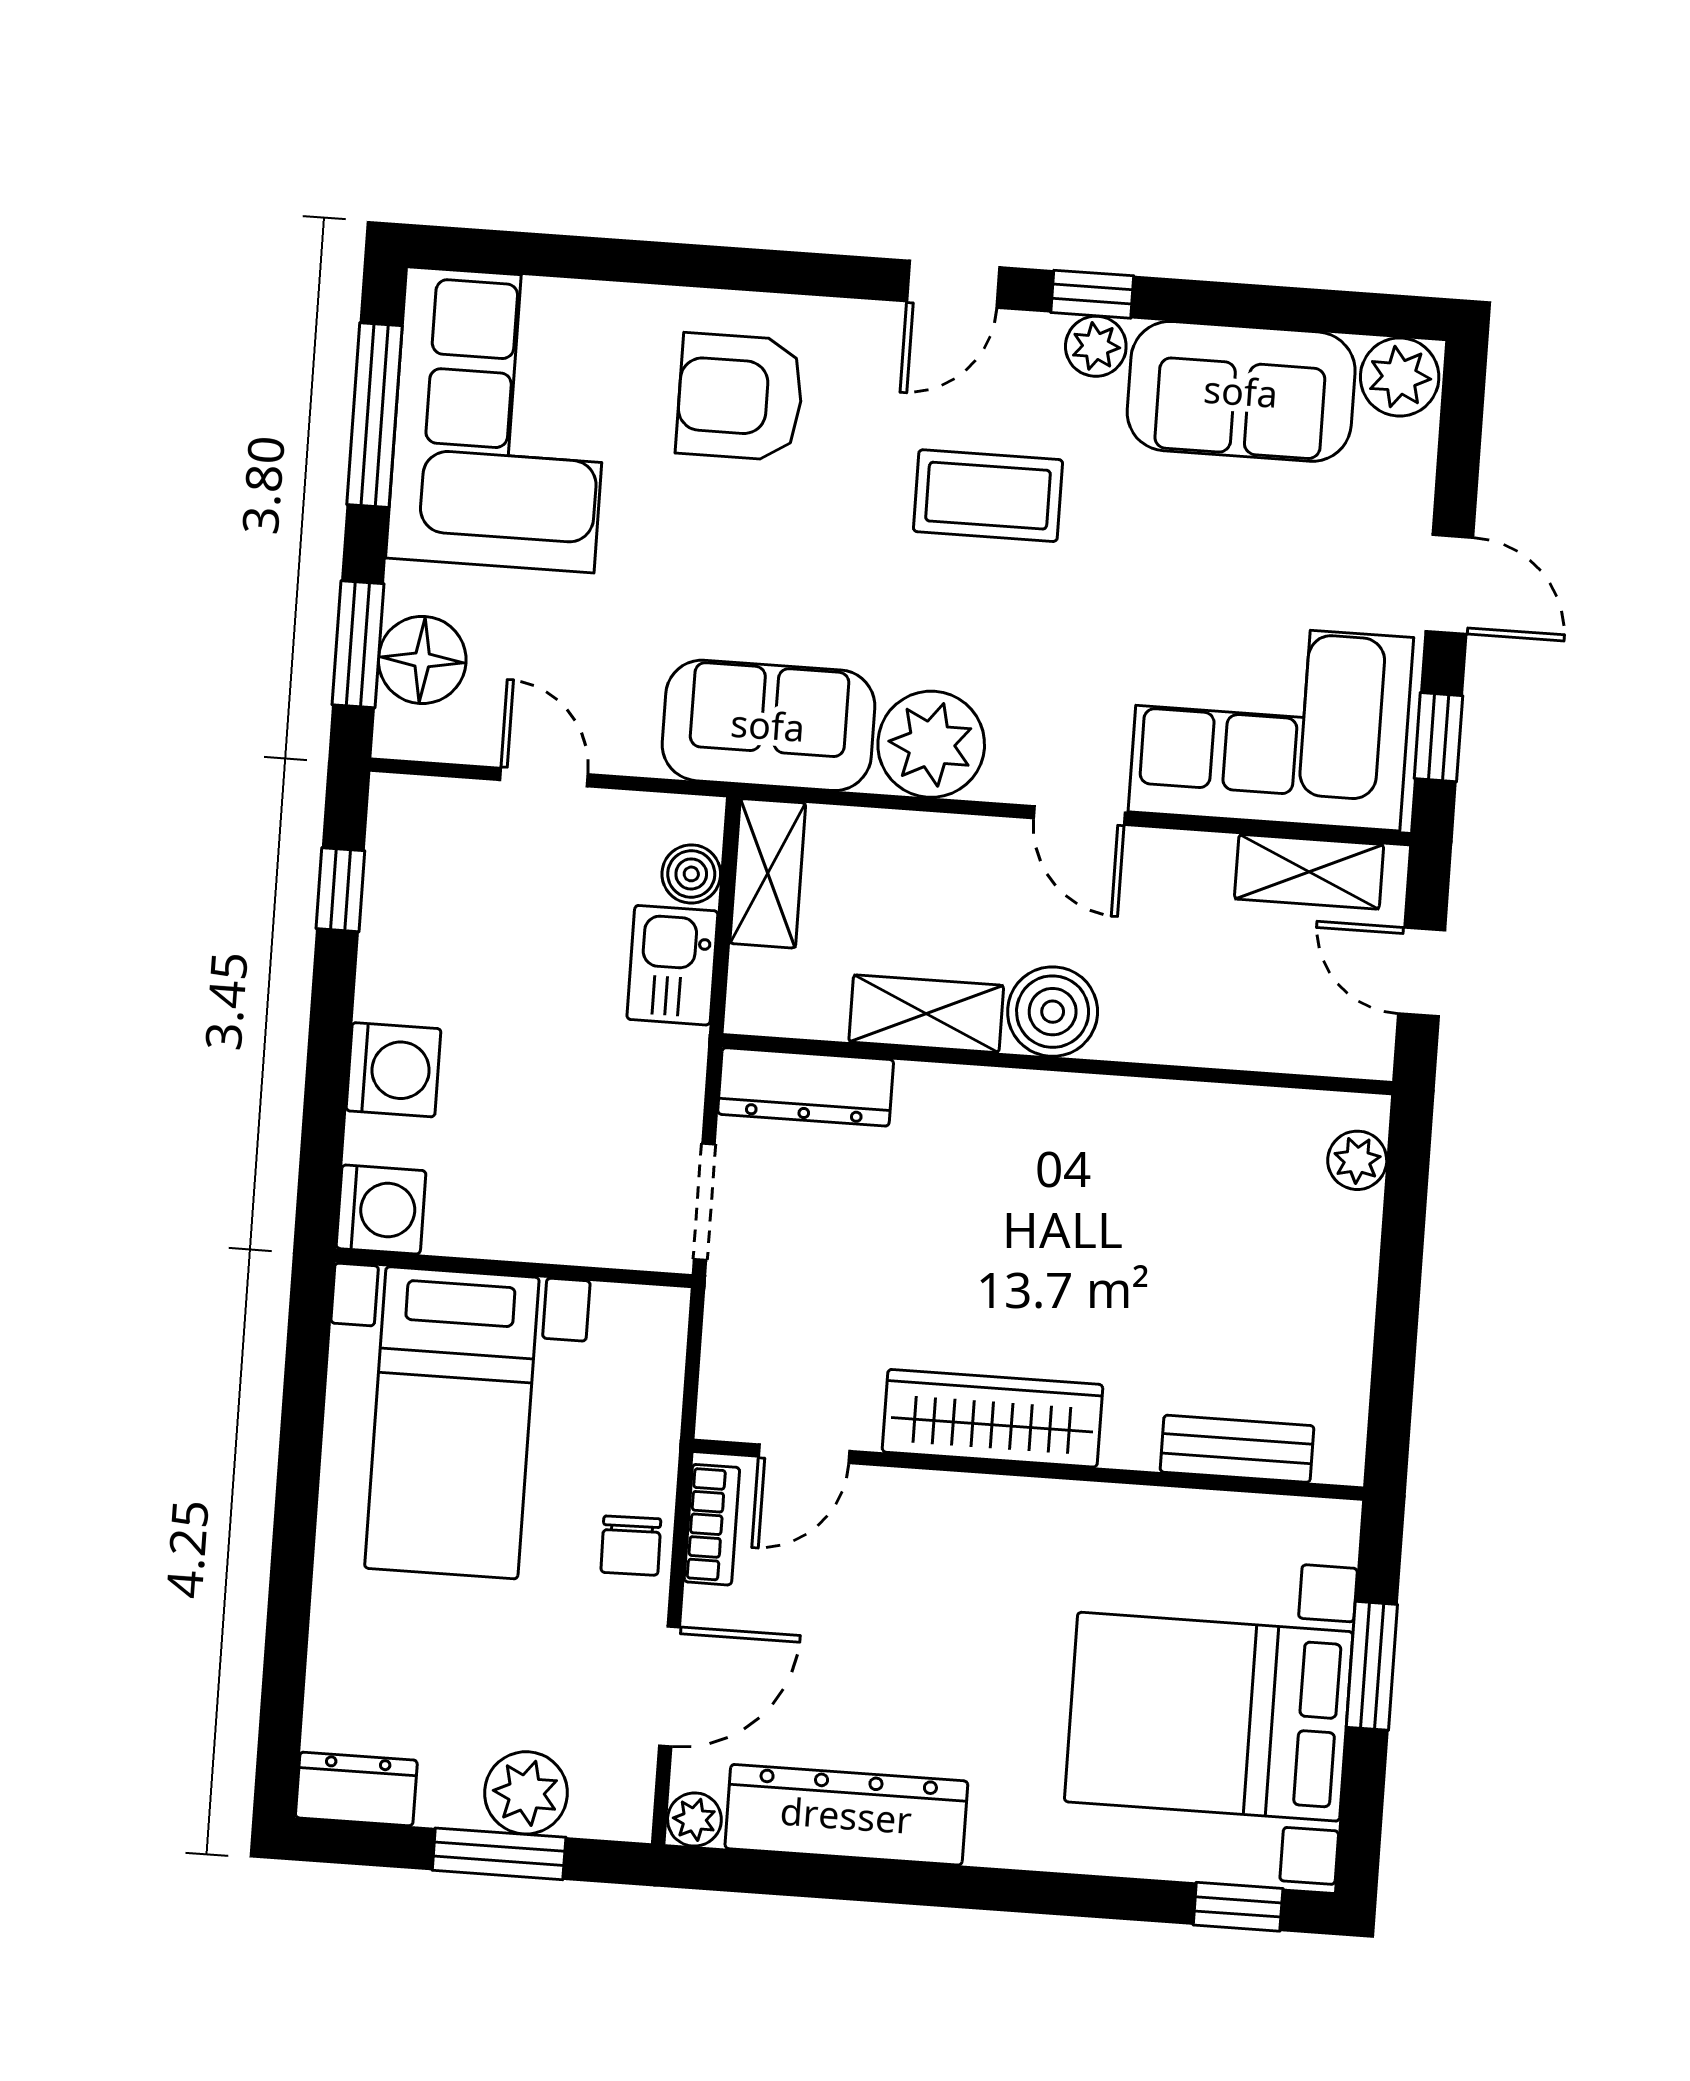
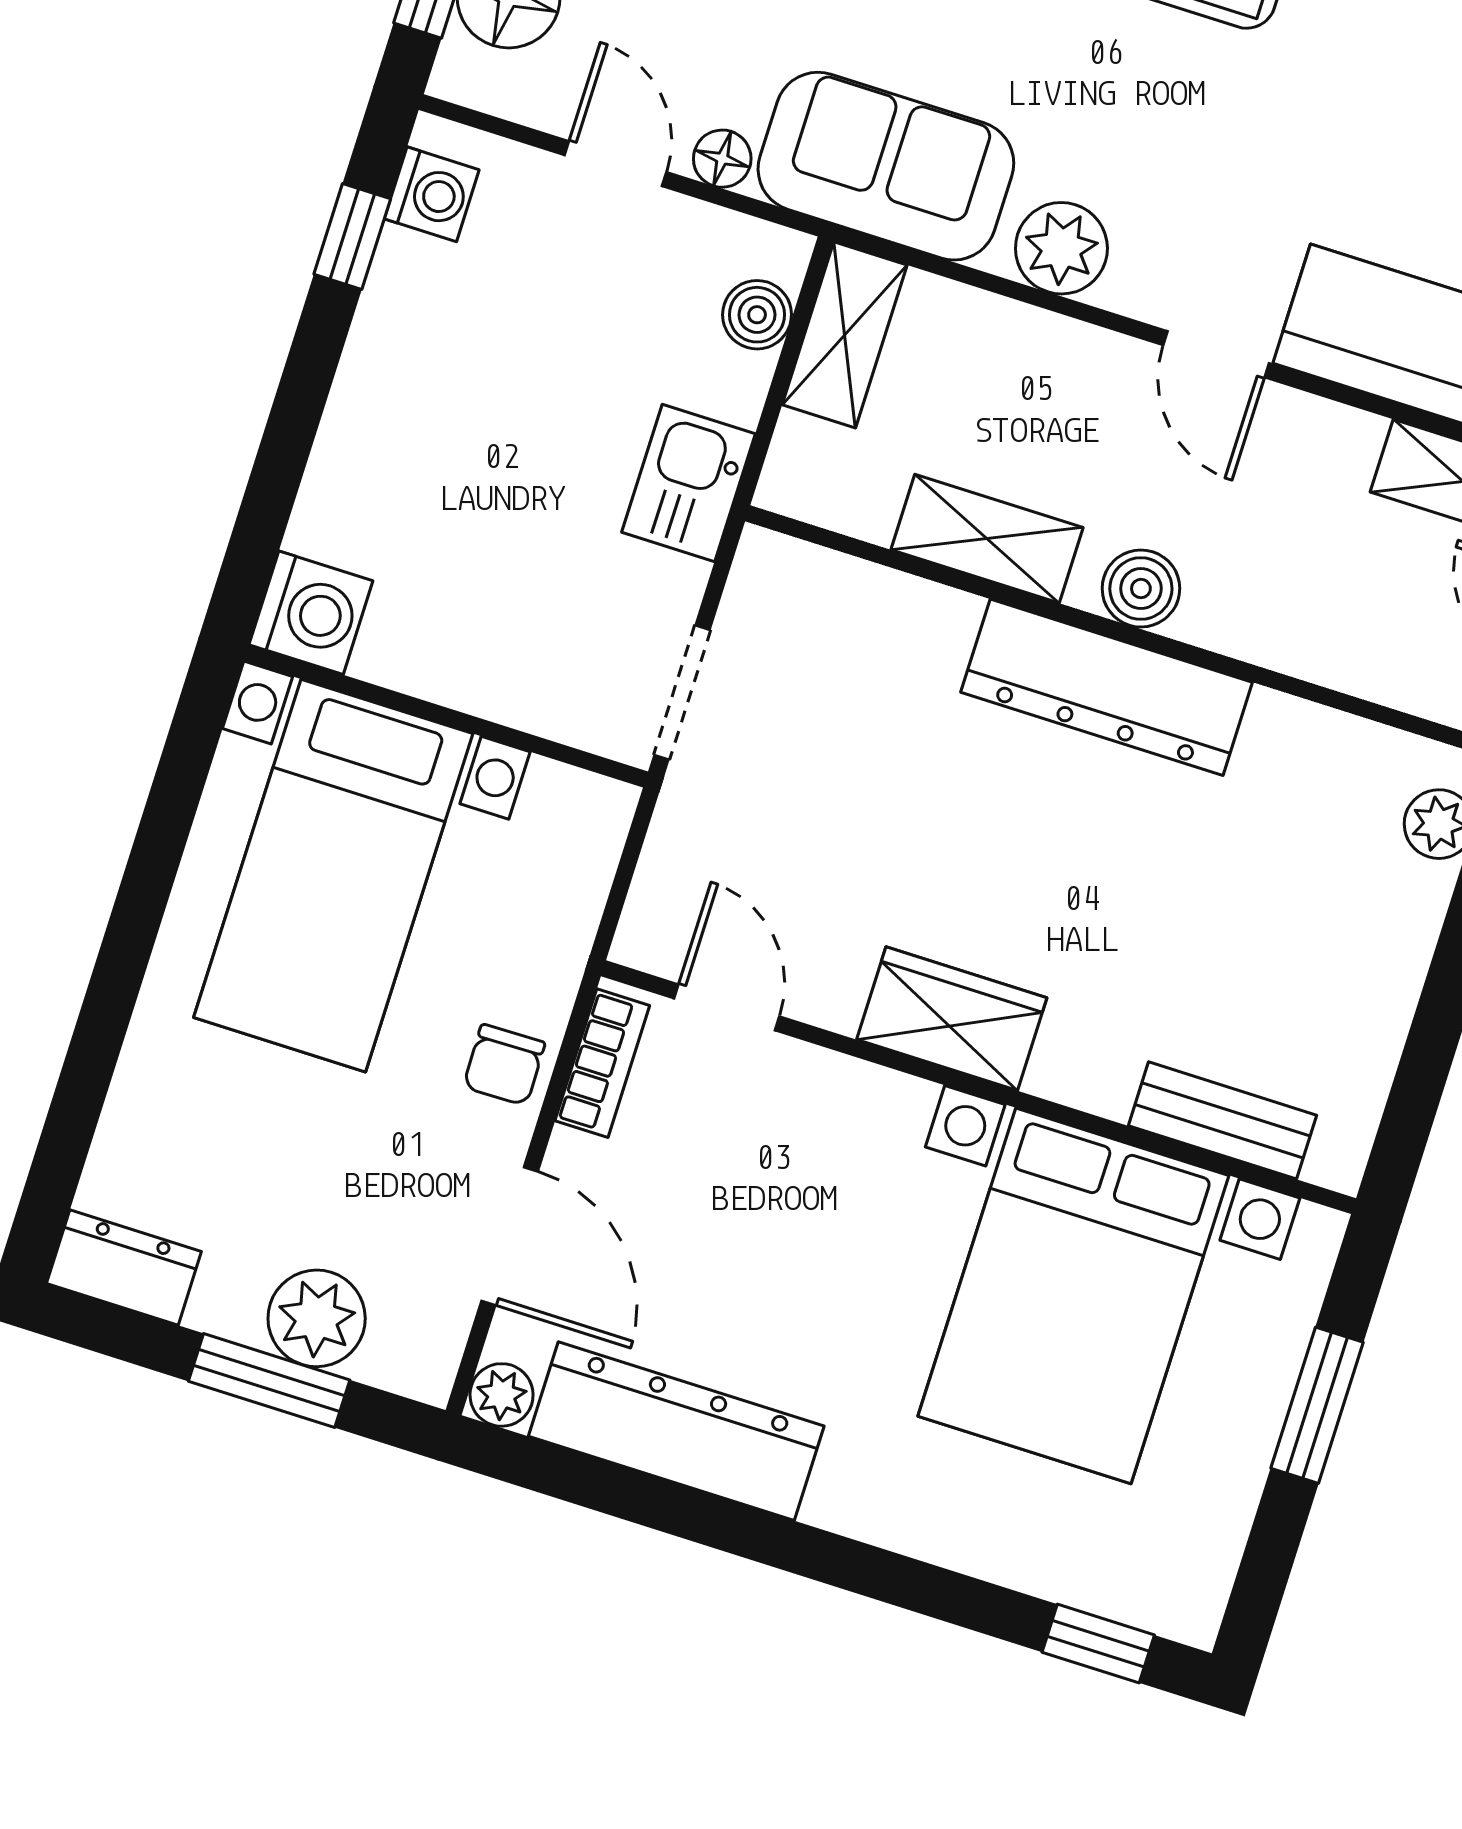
plant: (931, 744) -> (1061, 248), width x0.73, depth x0.73
floor lamp: (631, 752) -> (722, 159), added
kitchen sink: (672, 965) -> (688, 483), moved
boiler: (1053, 1012) -> (1141, 589), width x0.73, depth x0.73
washing machine: (393, 1070) -> (432, 194), moved, width x0.73, depth x0.73
dresser: (806, 1087) -> (1107, 687), moved, width x1.37, depth x1.24
wardrobe: (992, 1418) -> (952, 1019), width x0.67
door: (804, 1454) -> (727, 1007), swing flipped
door: (669, 1686) -> (510, 1236), hinge flipped
bed with nightstands: (1209, 1717) -> (1073, 1296), moved, turned -90

